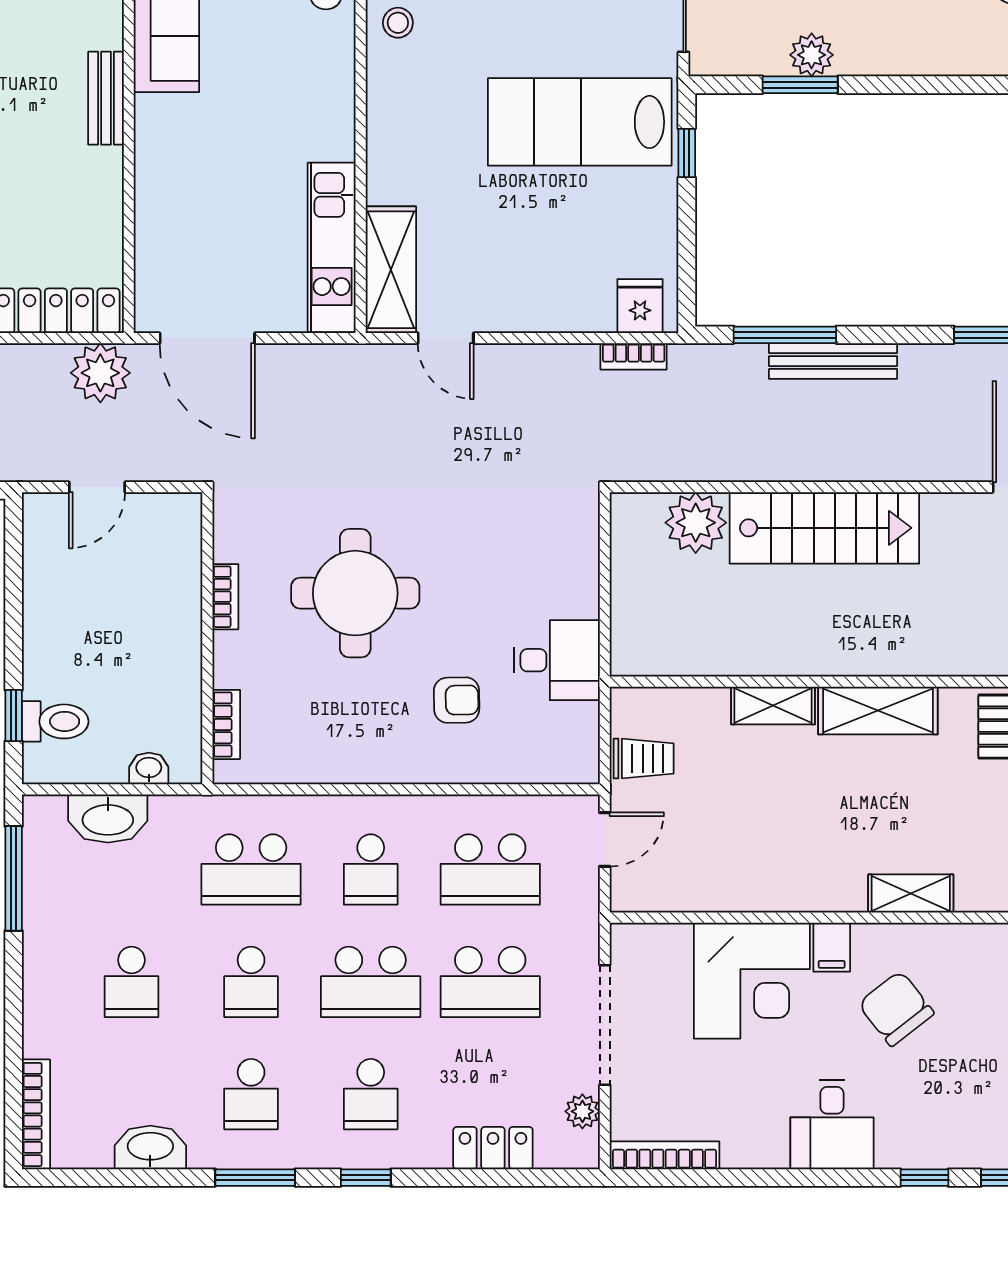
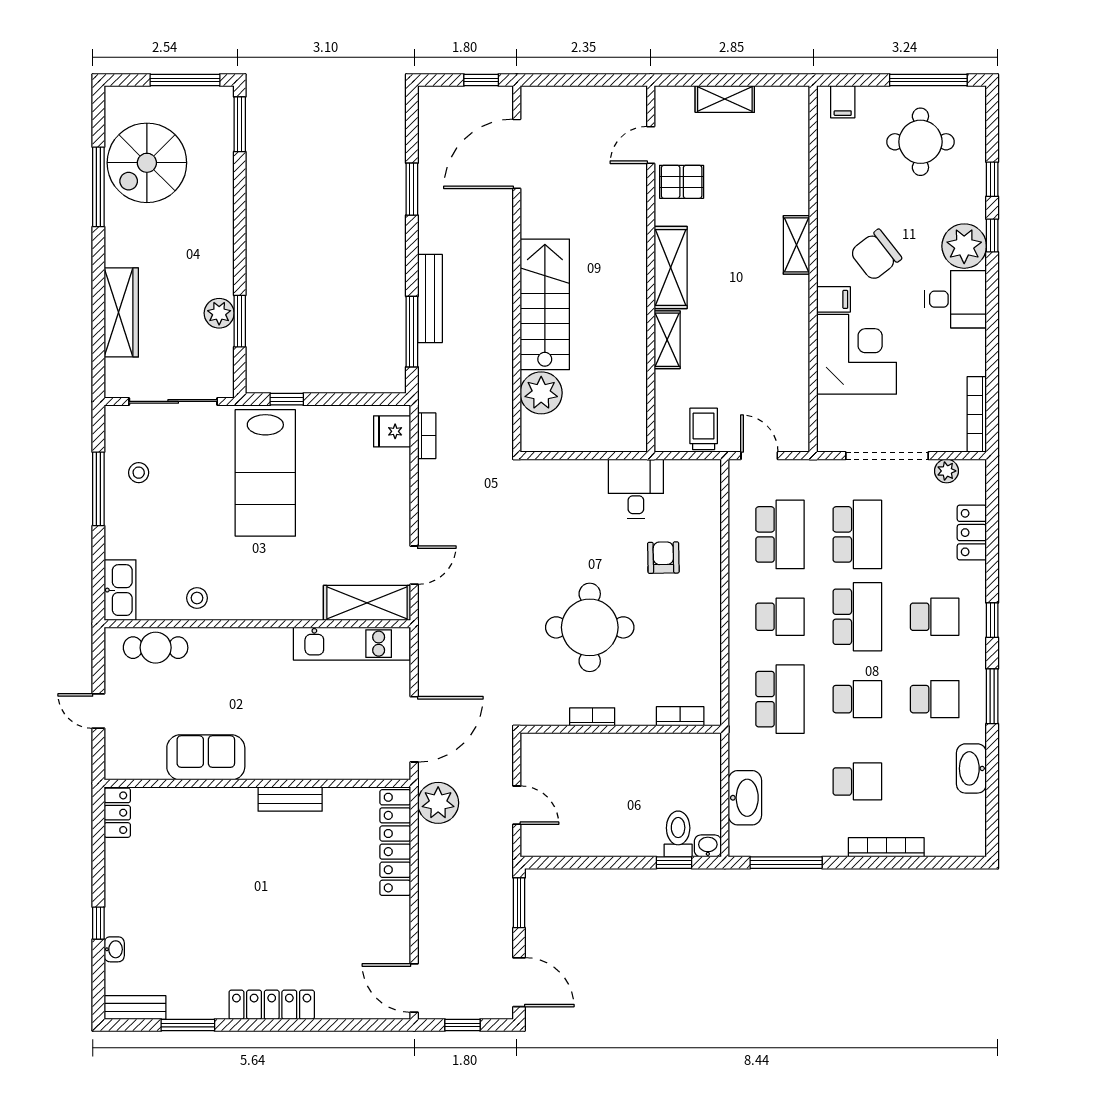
bench: (106, 98) -> (290, 799), moved
washbasin: (149, 768) -> (708, 846), moved, turned 90
bookcase: (36, 1114) -> (886, 847), moved
plant: (909, 1137) -> (964, 246), added

